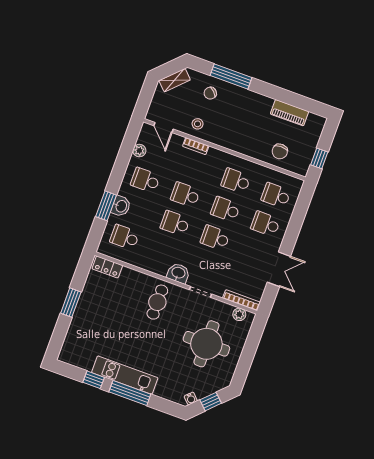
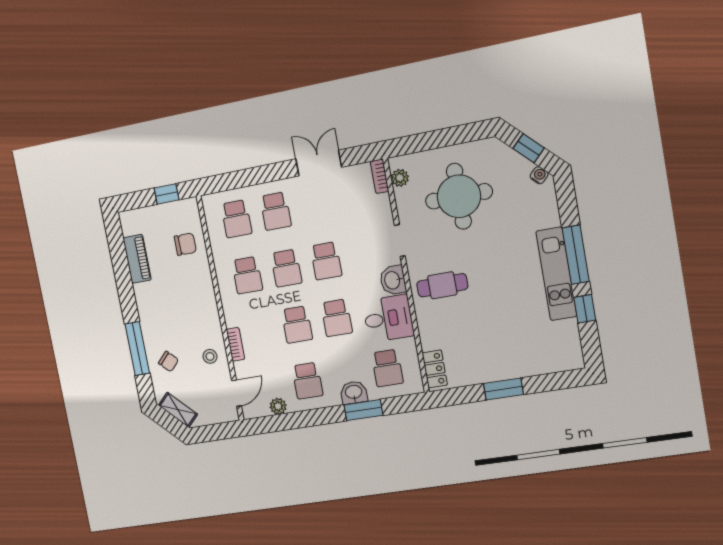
desk: (156, 256) -> (388, 318), added
bookcase: (242, 300) -> (380, 176), width x0.64

